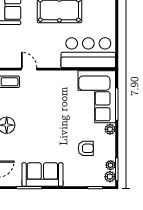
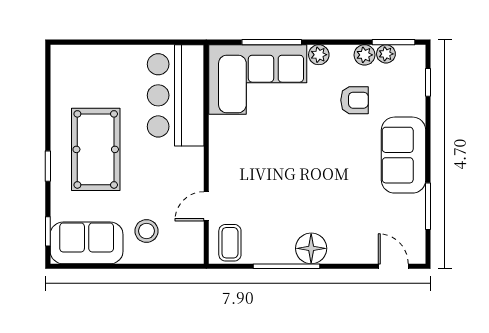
stool: (16, 37) -> (146, 231), added
armchair: (86, 148) -> (355, 100), turned 90
sofa: (42, 175) -> (403, 155), moved
plant: (110, 177) -> (364, 55), moved

